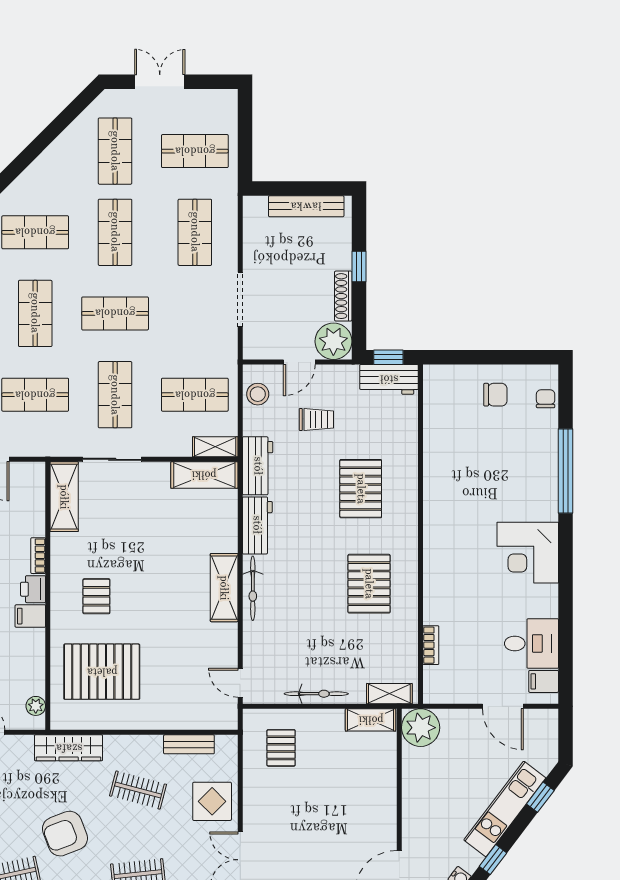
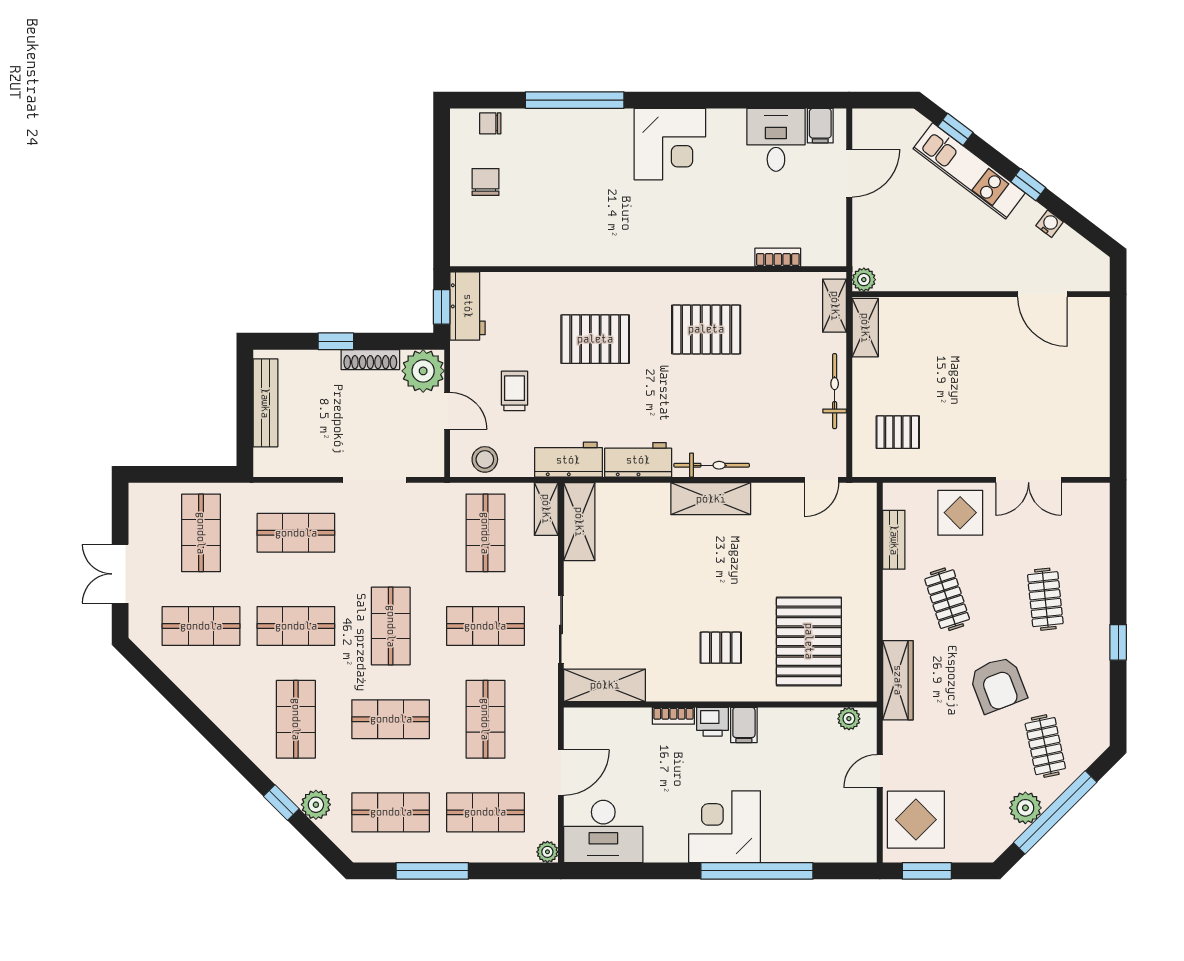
plant: (421, 728) -> (864, 280), width x0.53, depth x0.53
clothes rail: (138, 790) -> (947, 599), turned -33

